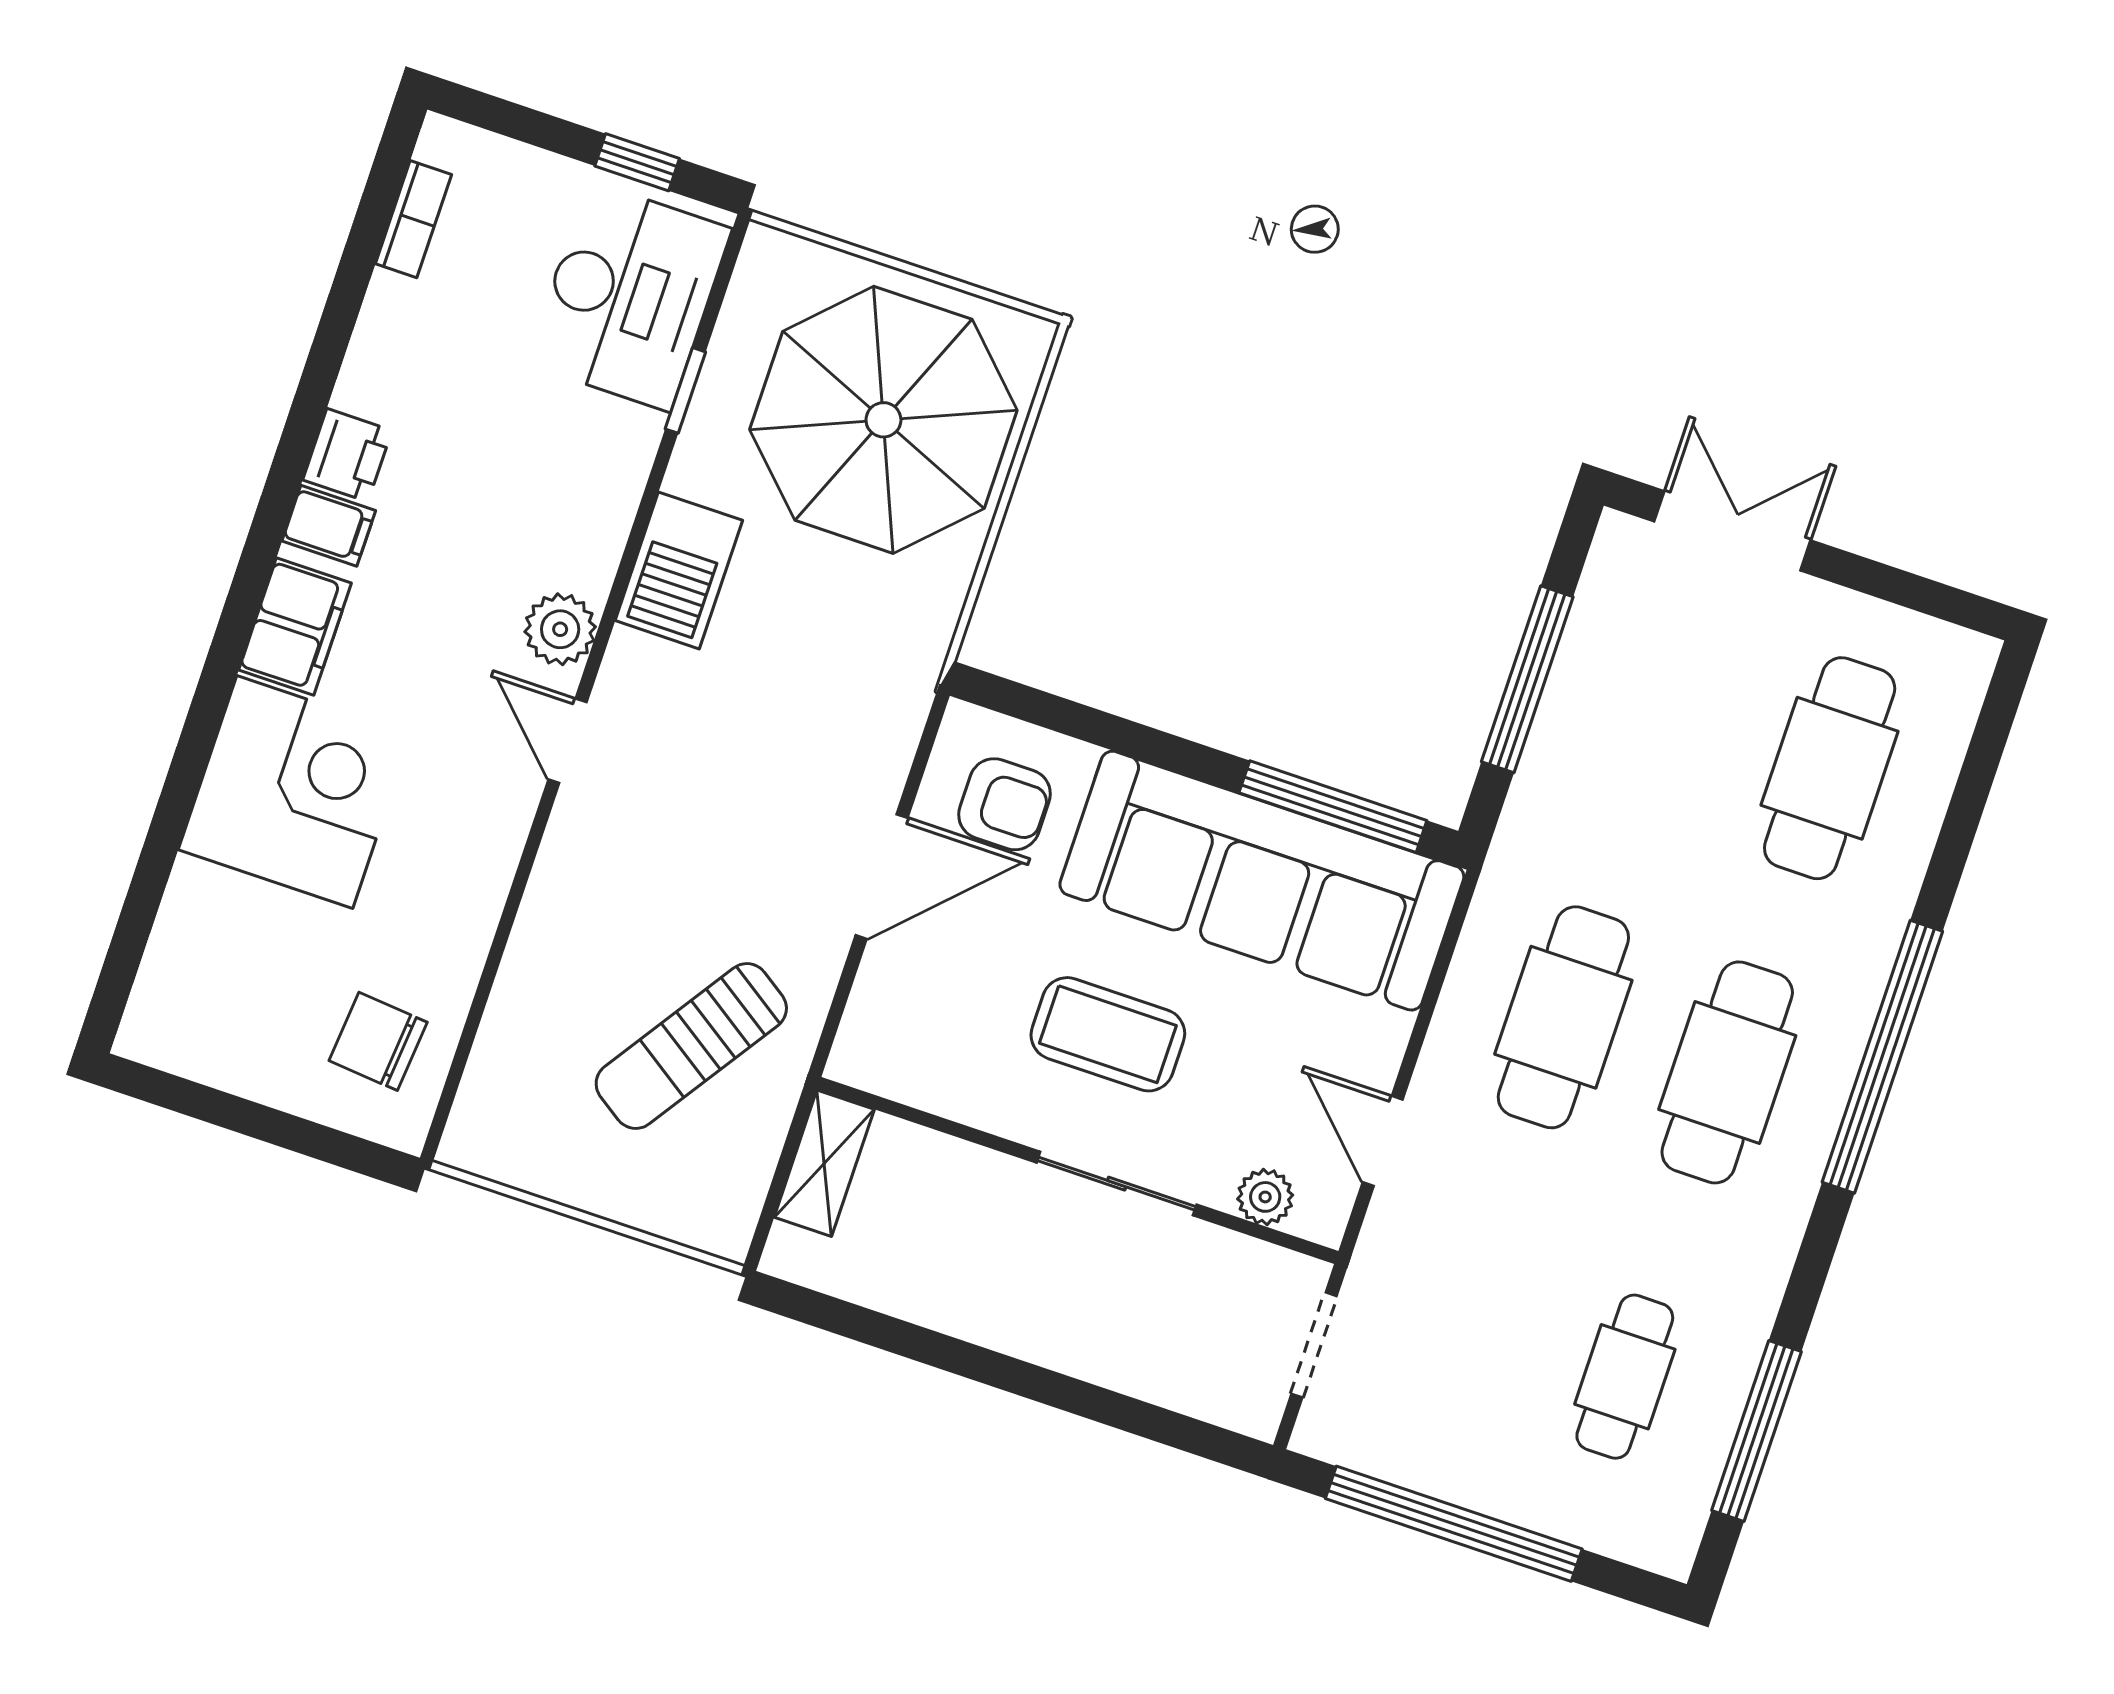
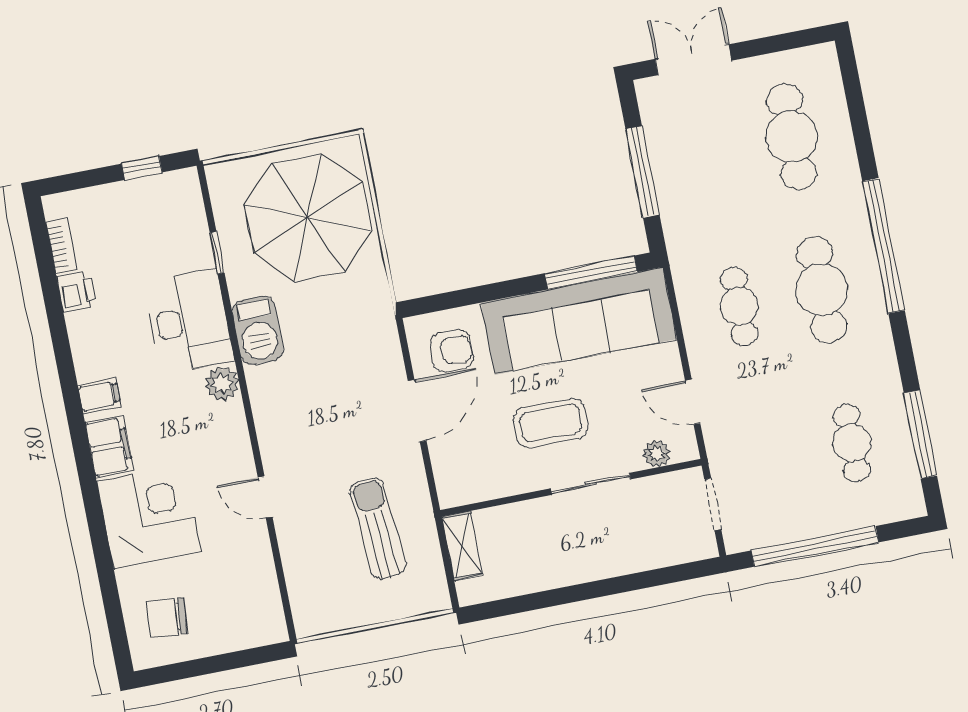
desk: (629, 296) -> (189, 322), moved
printer: (347, 455) -> (76, 291), moved
door: (567, 741) -> (265, 497), moved
cafe table: (1563, 1017) -> (739, 306), width x0.73, depth x0.74
chair: (378, 1041) -> (167, 617), moved
sun lounger: (691, 1046) -> (378, 528), turned 142

